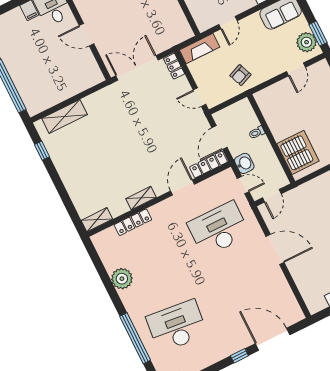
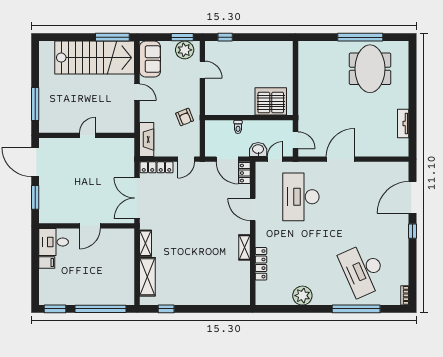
door: (228, 23) -> (137, 92), moved
locker: (174, 66) -> (157, 167), width x1.53
locker: (209, 164) -> (245, 173), width x0.66
shelving: (97, 220) -> (145, 243), moved
desk: (177, 326) -> (363, 270), turned -30

